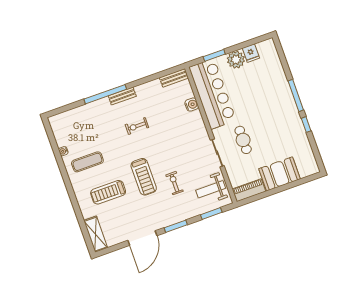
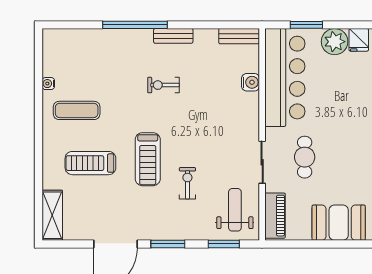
bench: (122, 96) -> (173, 36), moved
weight bench: (211, 189) -> (235, 210), turned 90
piano: (249, 190) -> (275, 216), moved, turned 90

